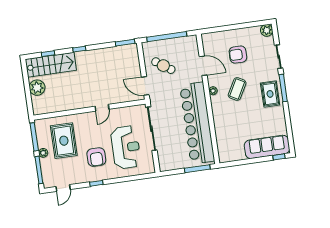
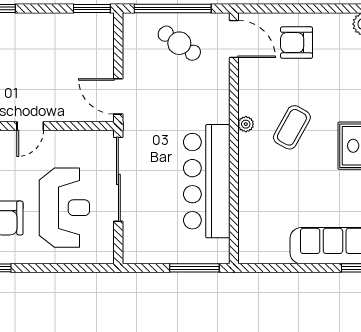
armchair: (238, 55) -> (297, 43), moved
cafe table: (163, 66) -> (179, 43), moved
door: (203, 66) -> (234, 39), moved
bar counter: (197, 123) -> (207, 181), width x0.73

